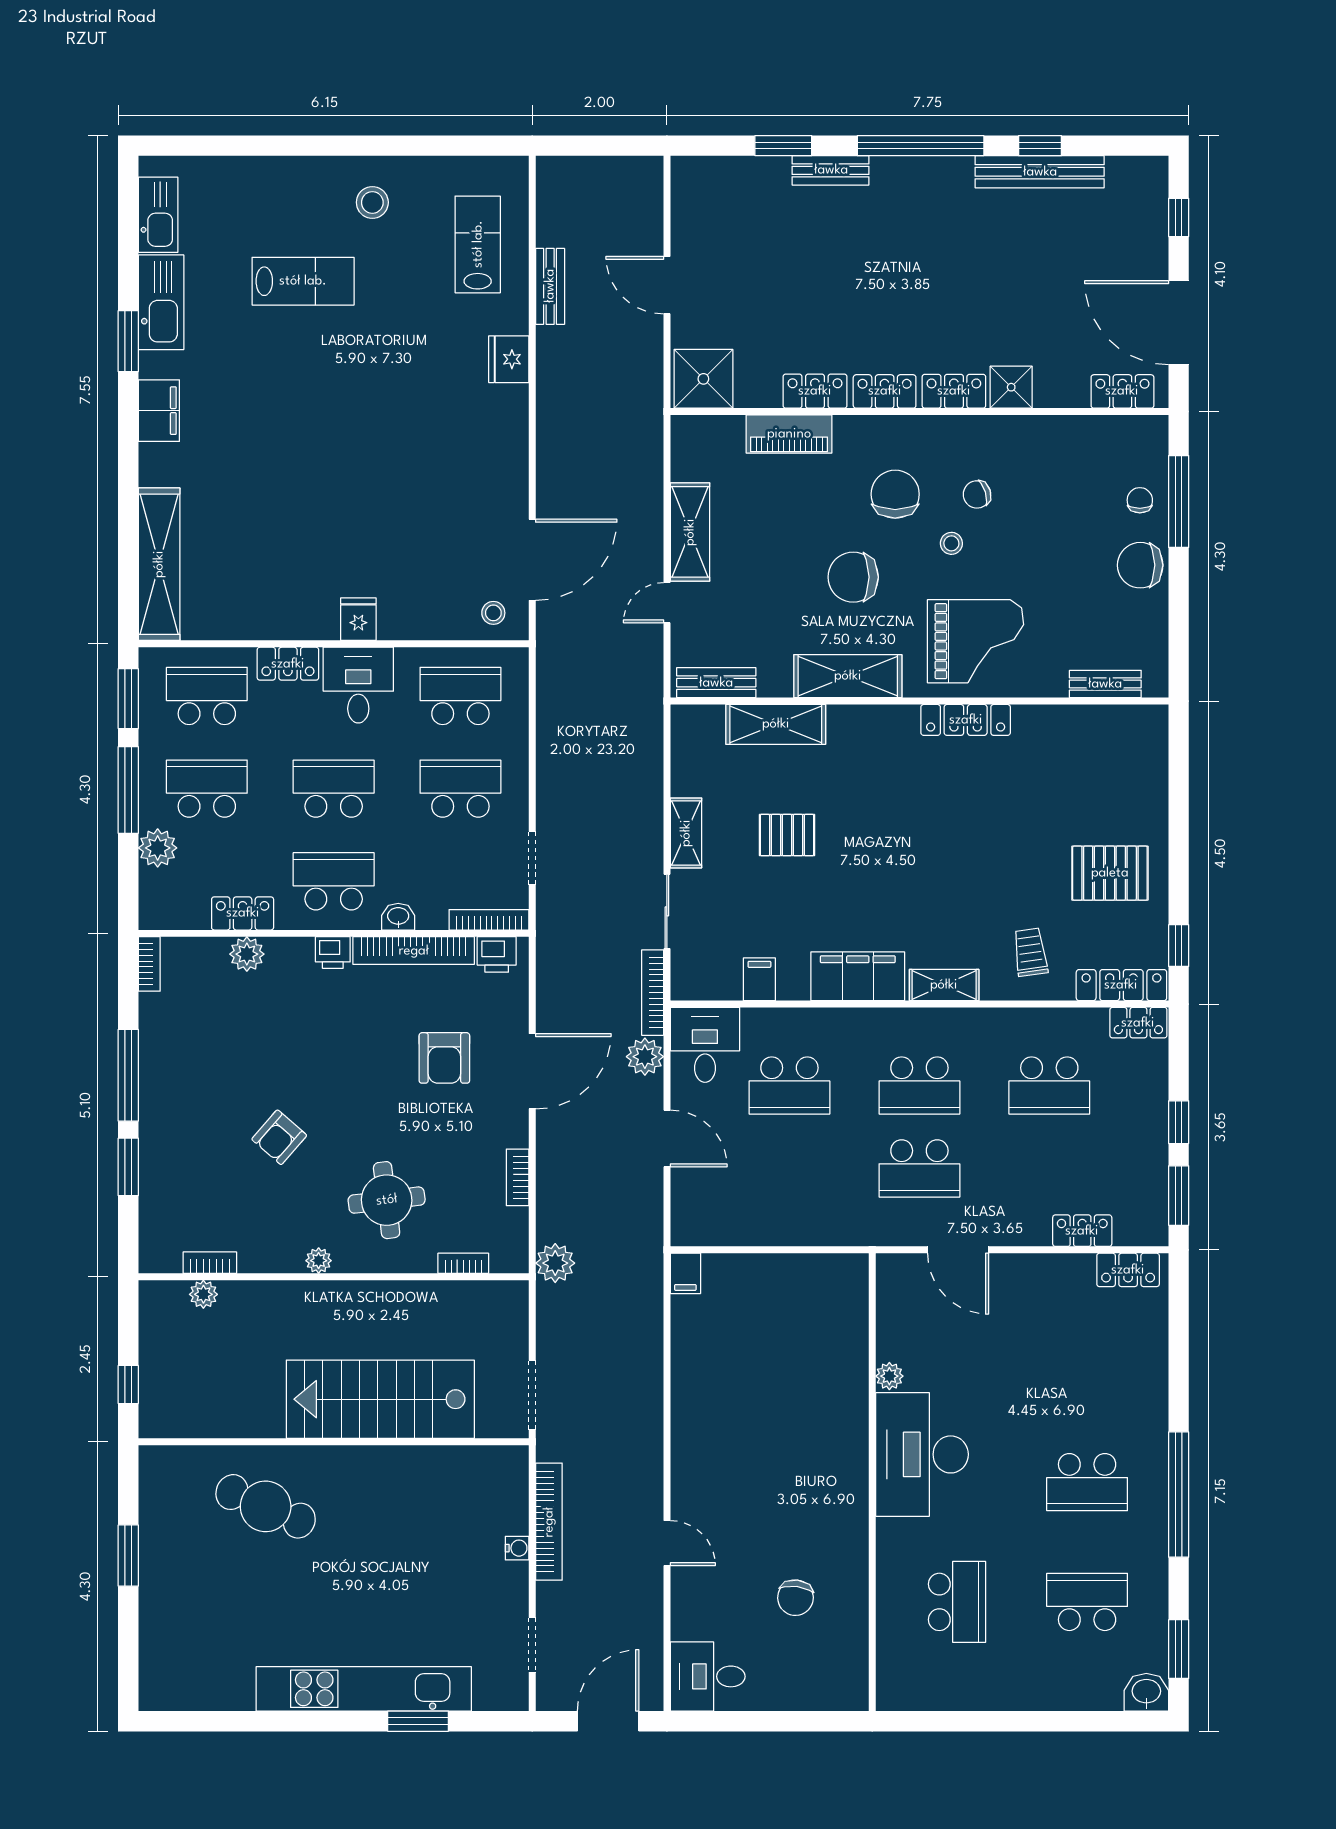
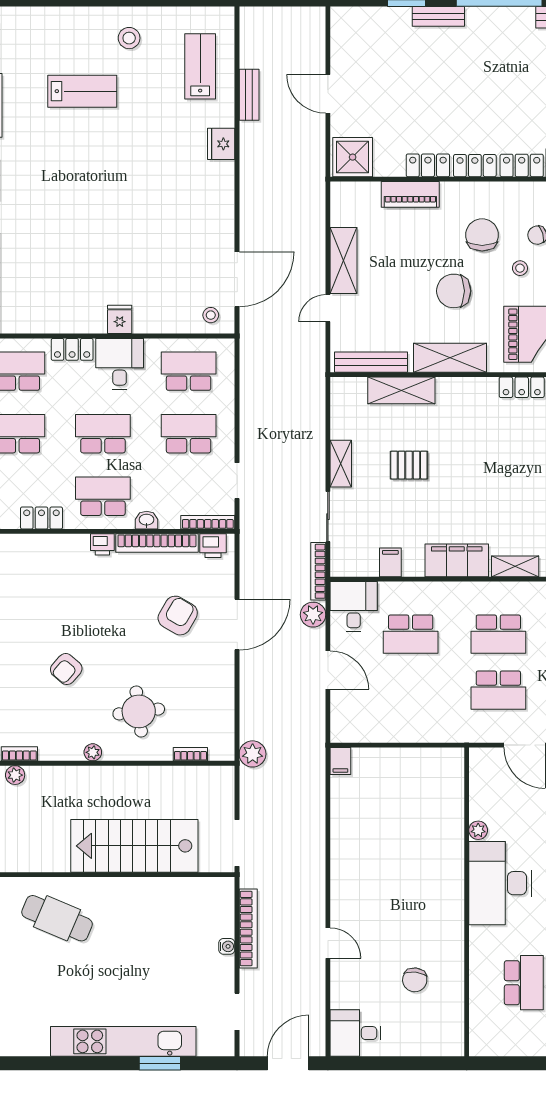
bench: (716, 683) -> (371, 362), width x1.36
plant: (247, 954) -> (44, 545), removed
armchair: (444, 1058) -> (178, 616), turned -150
bookcase: (518, 1177) -> (227, 696), removed

